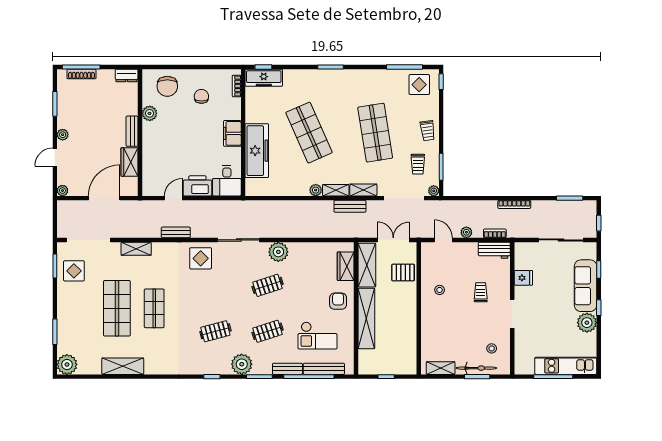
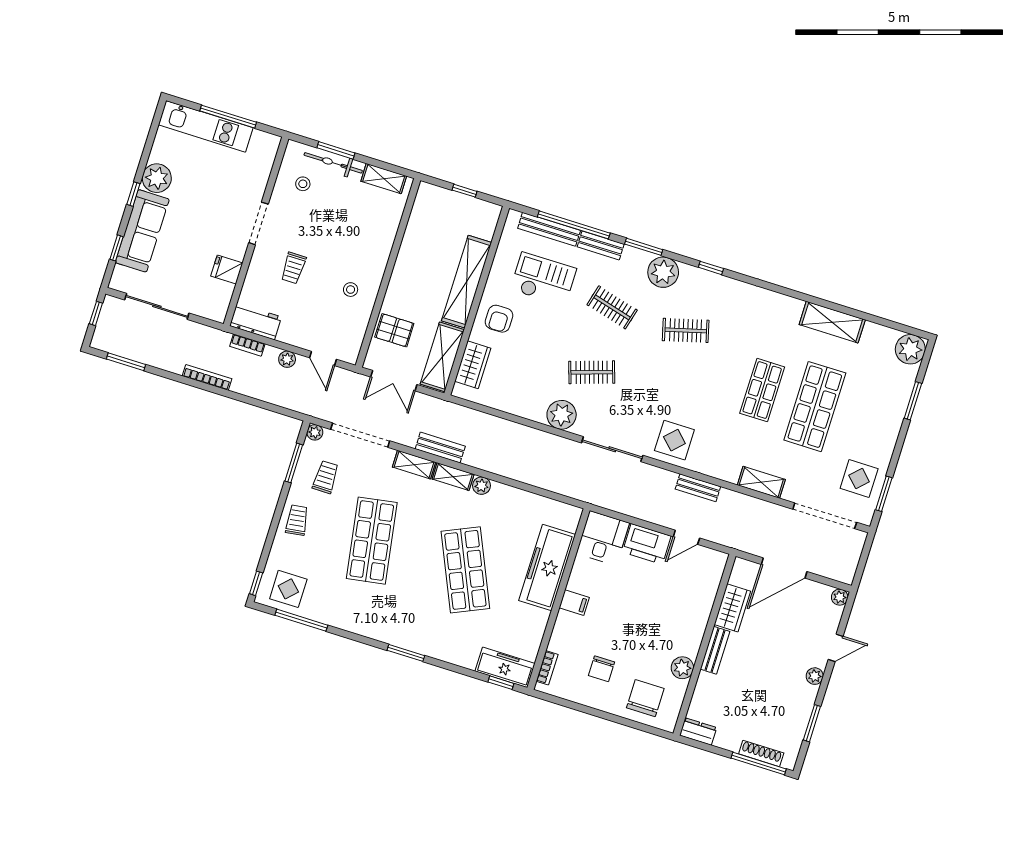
filing cabinet: (232, 133) -> (574, 603), width x0.50
clothes rail: (268, 331) -> (612, 307), turned 33

